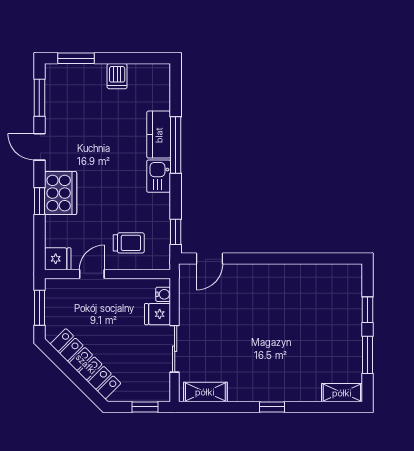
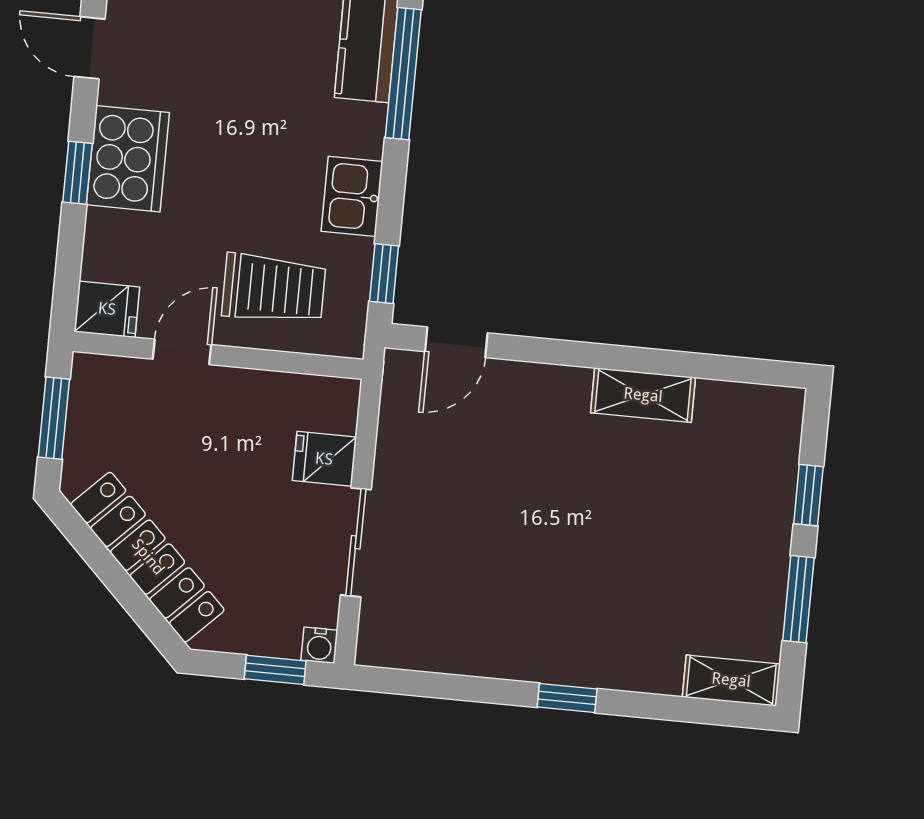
kitchen sink: (159, 176) -> (352, 196), moved
trolley: (129, 243) -> (274, 289), width x1.36, depth x1.39
water cooler: (163, 294) -> (319, 645), moved, turned 90
shelving: (205, 392) -> (643, 395), moved

